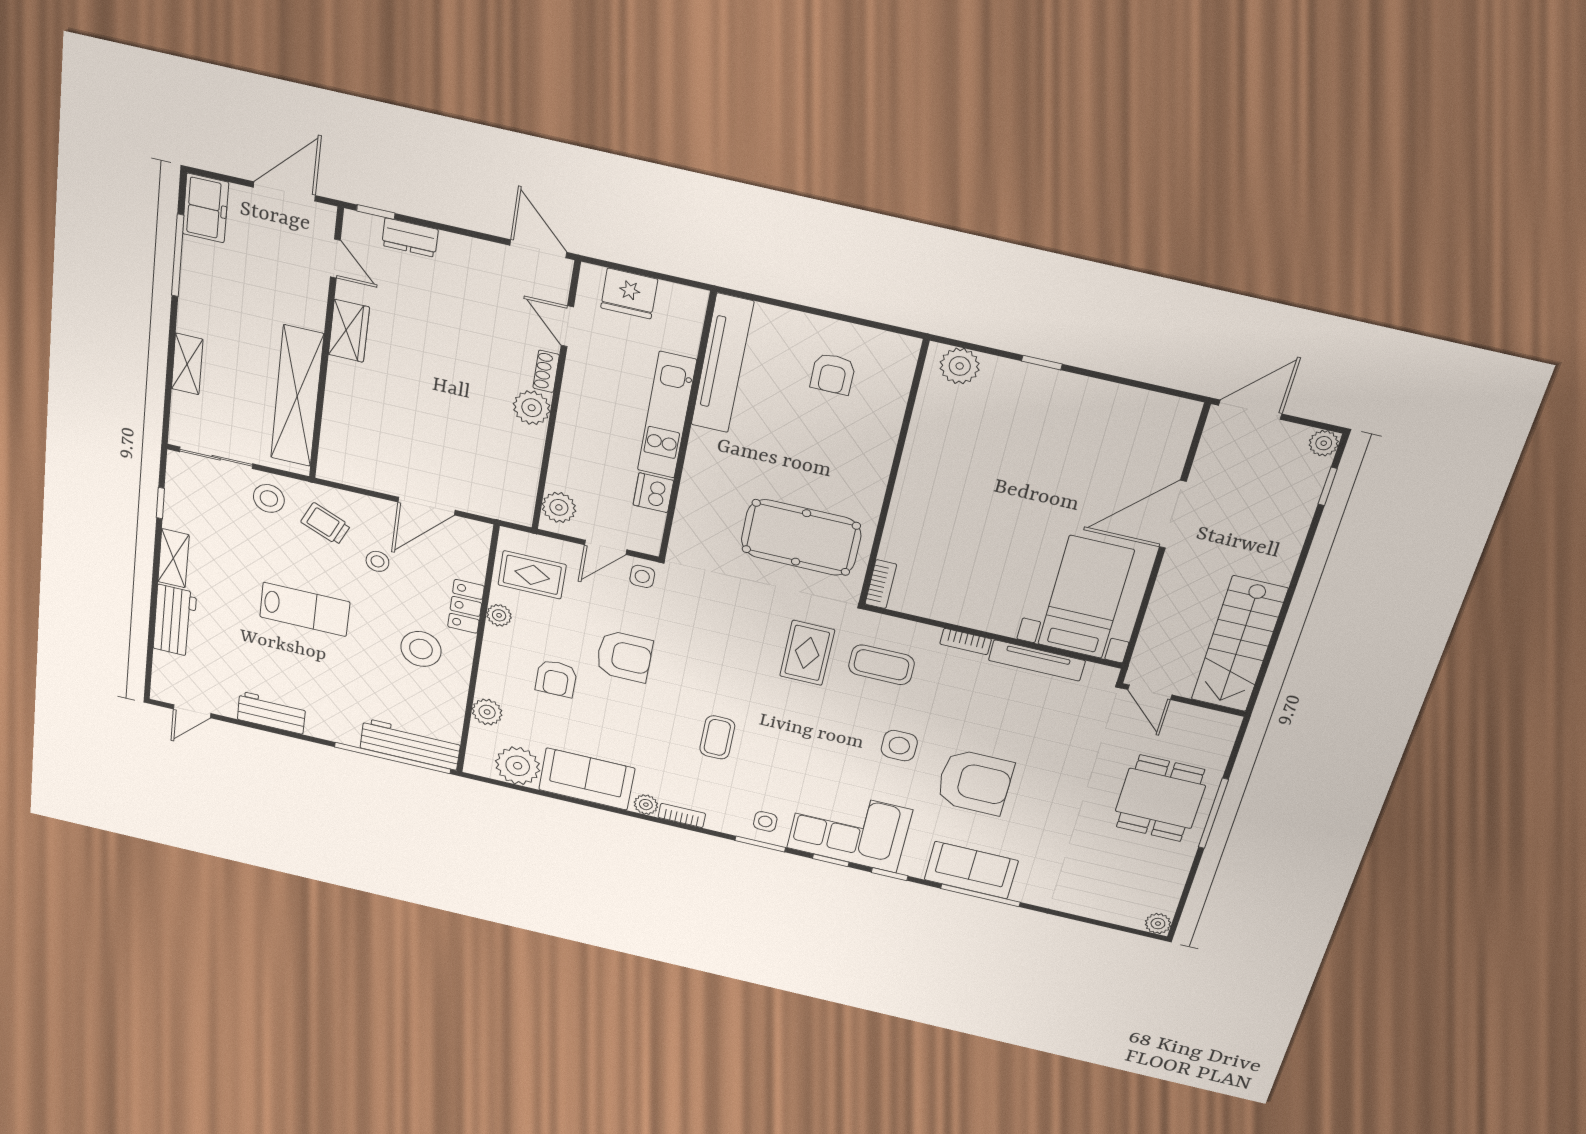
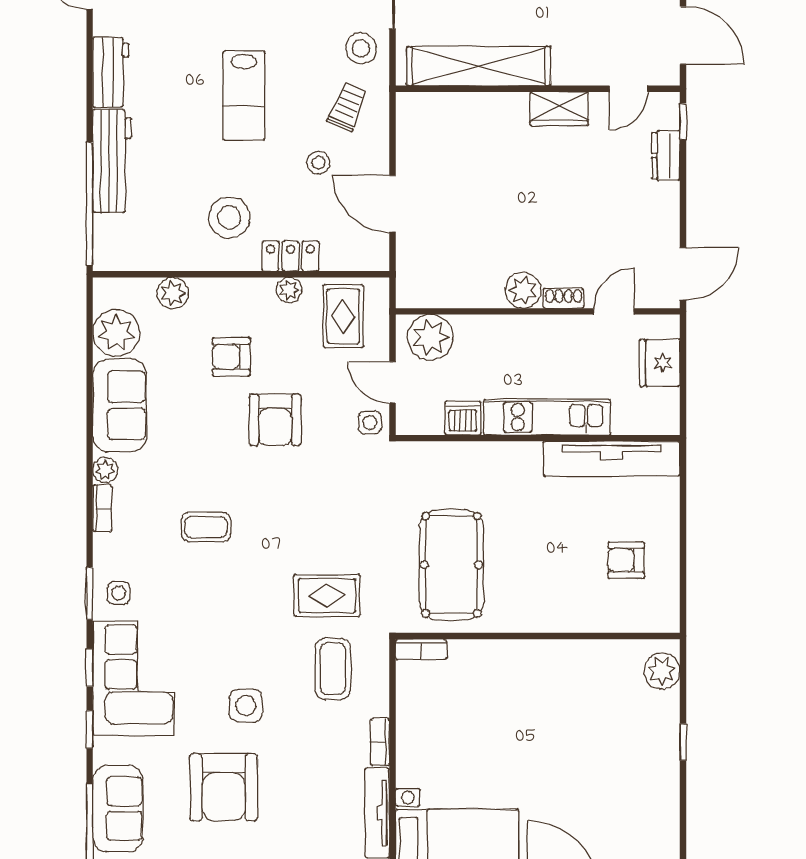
plant: (559, 507) -> (430, 337), width x1.36, depth x1.36
workbench: (410, 744) -> (112, 161), moved

